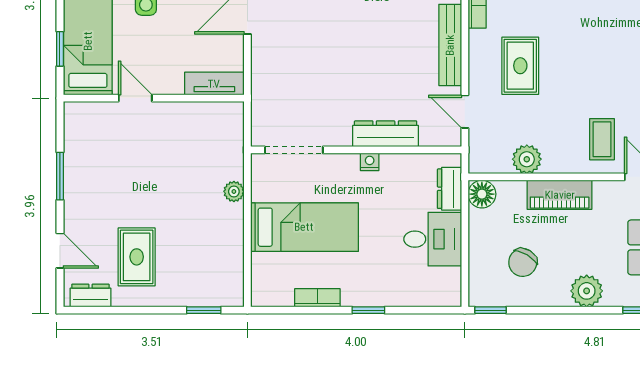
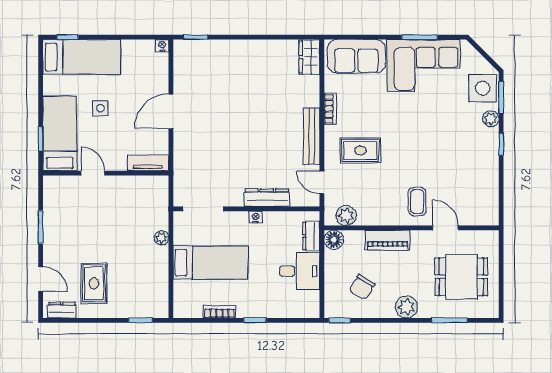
rug: (520, 66) -> (360, 150), turned 90
plant: (527, 159) -> (346, 215), moved

